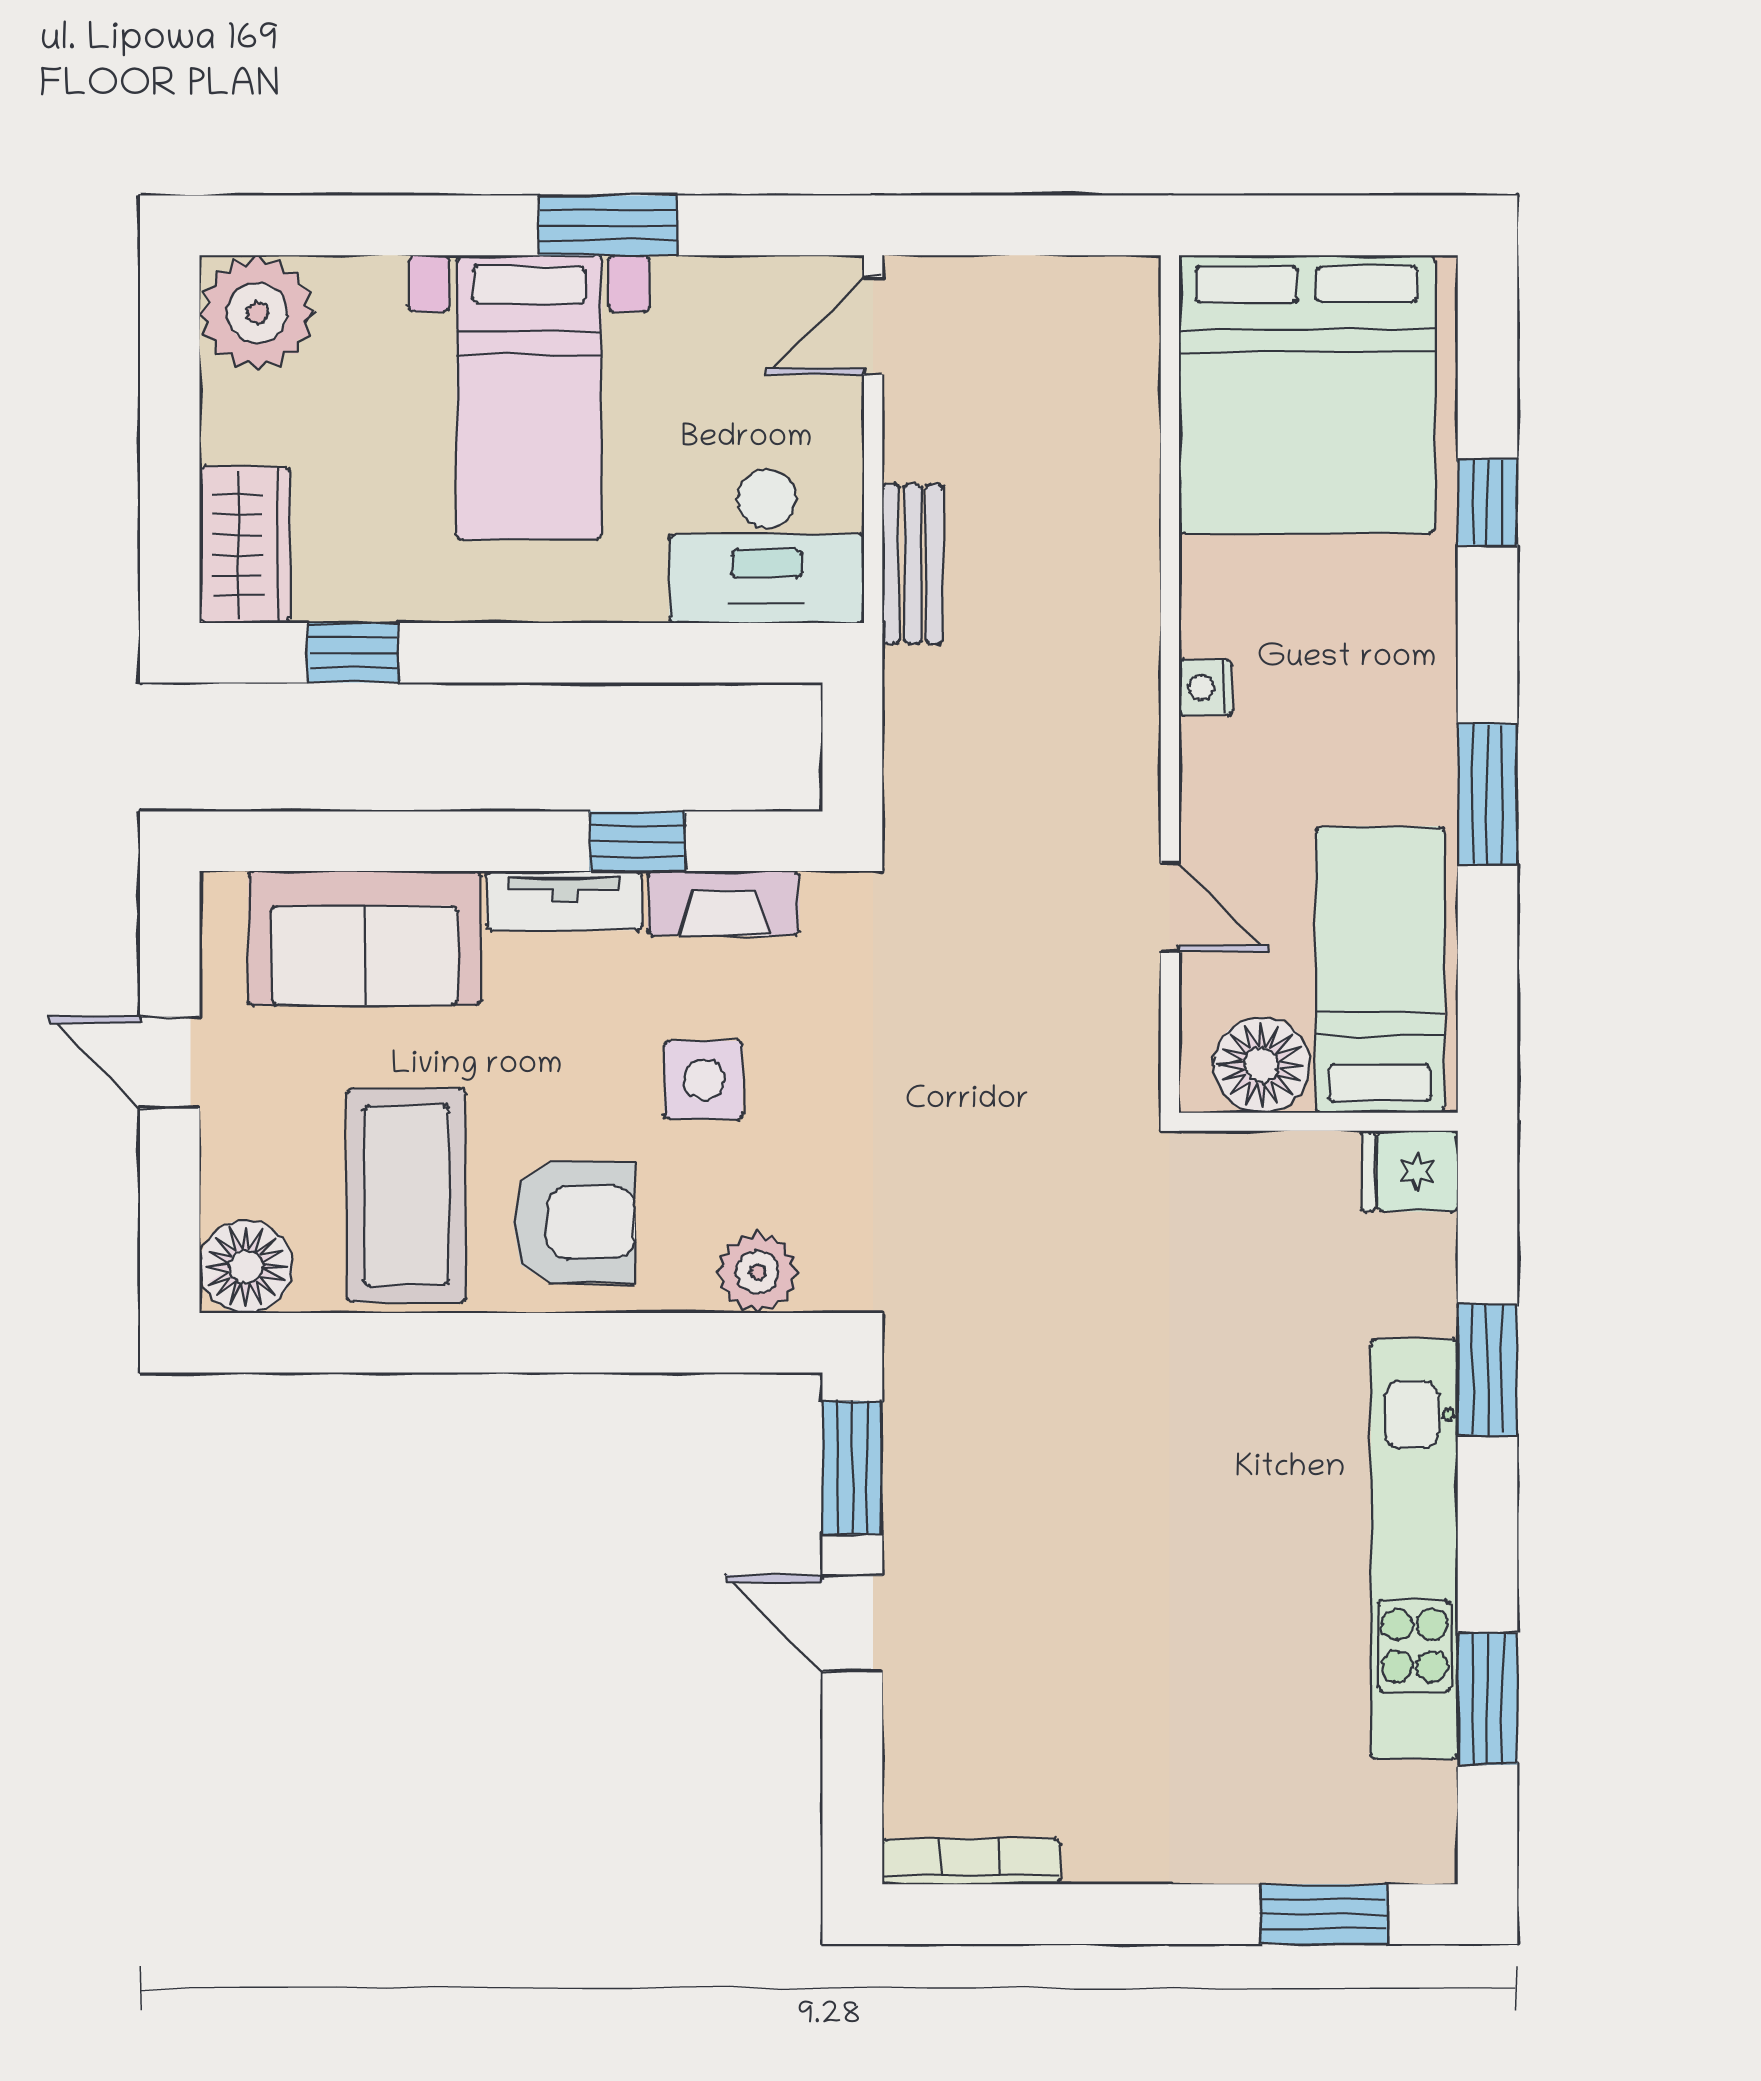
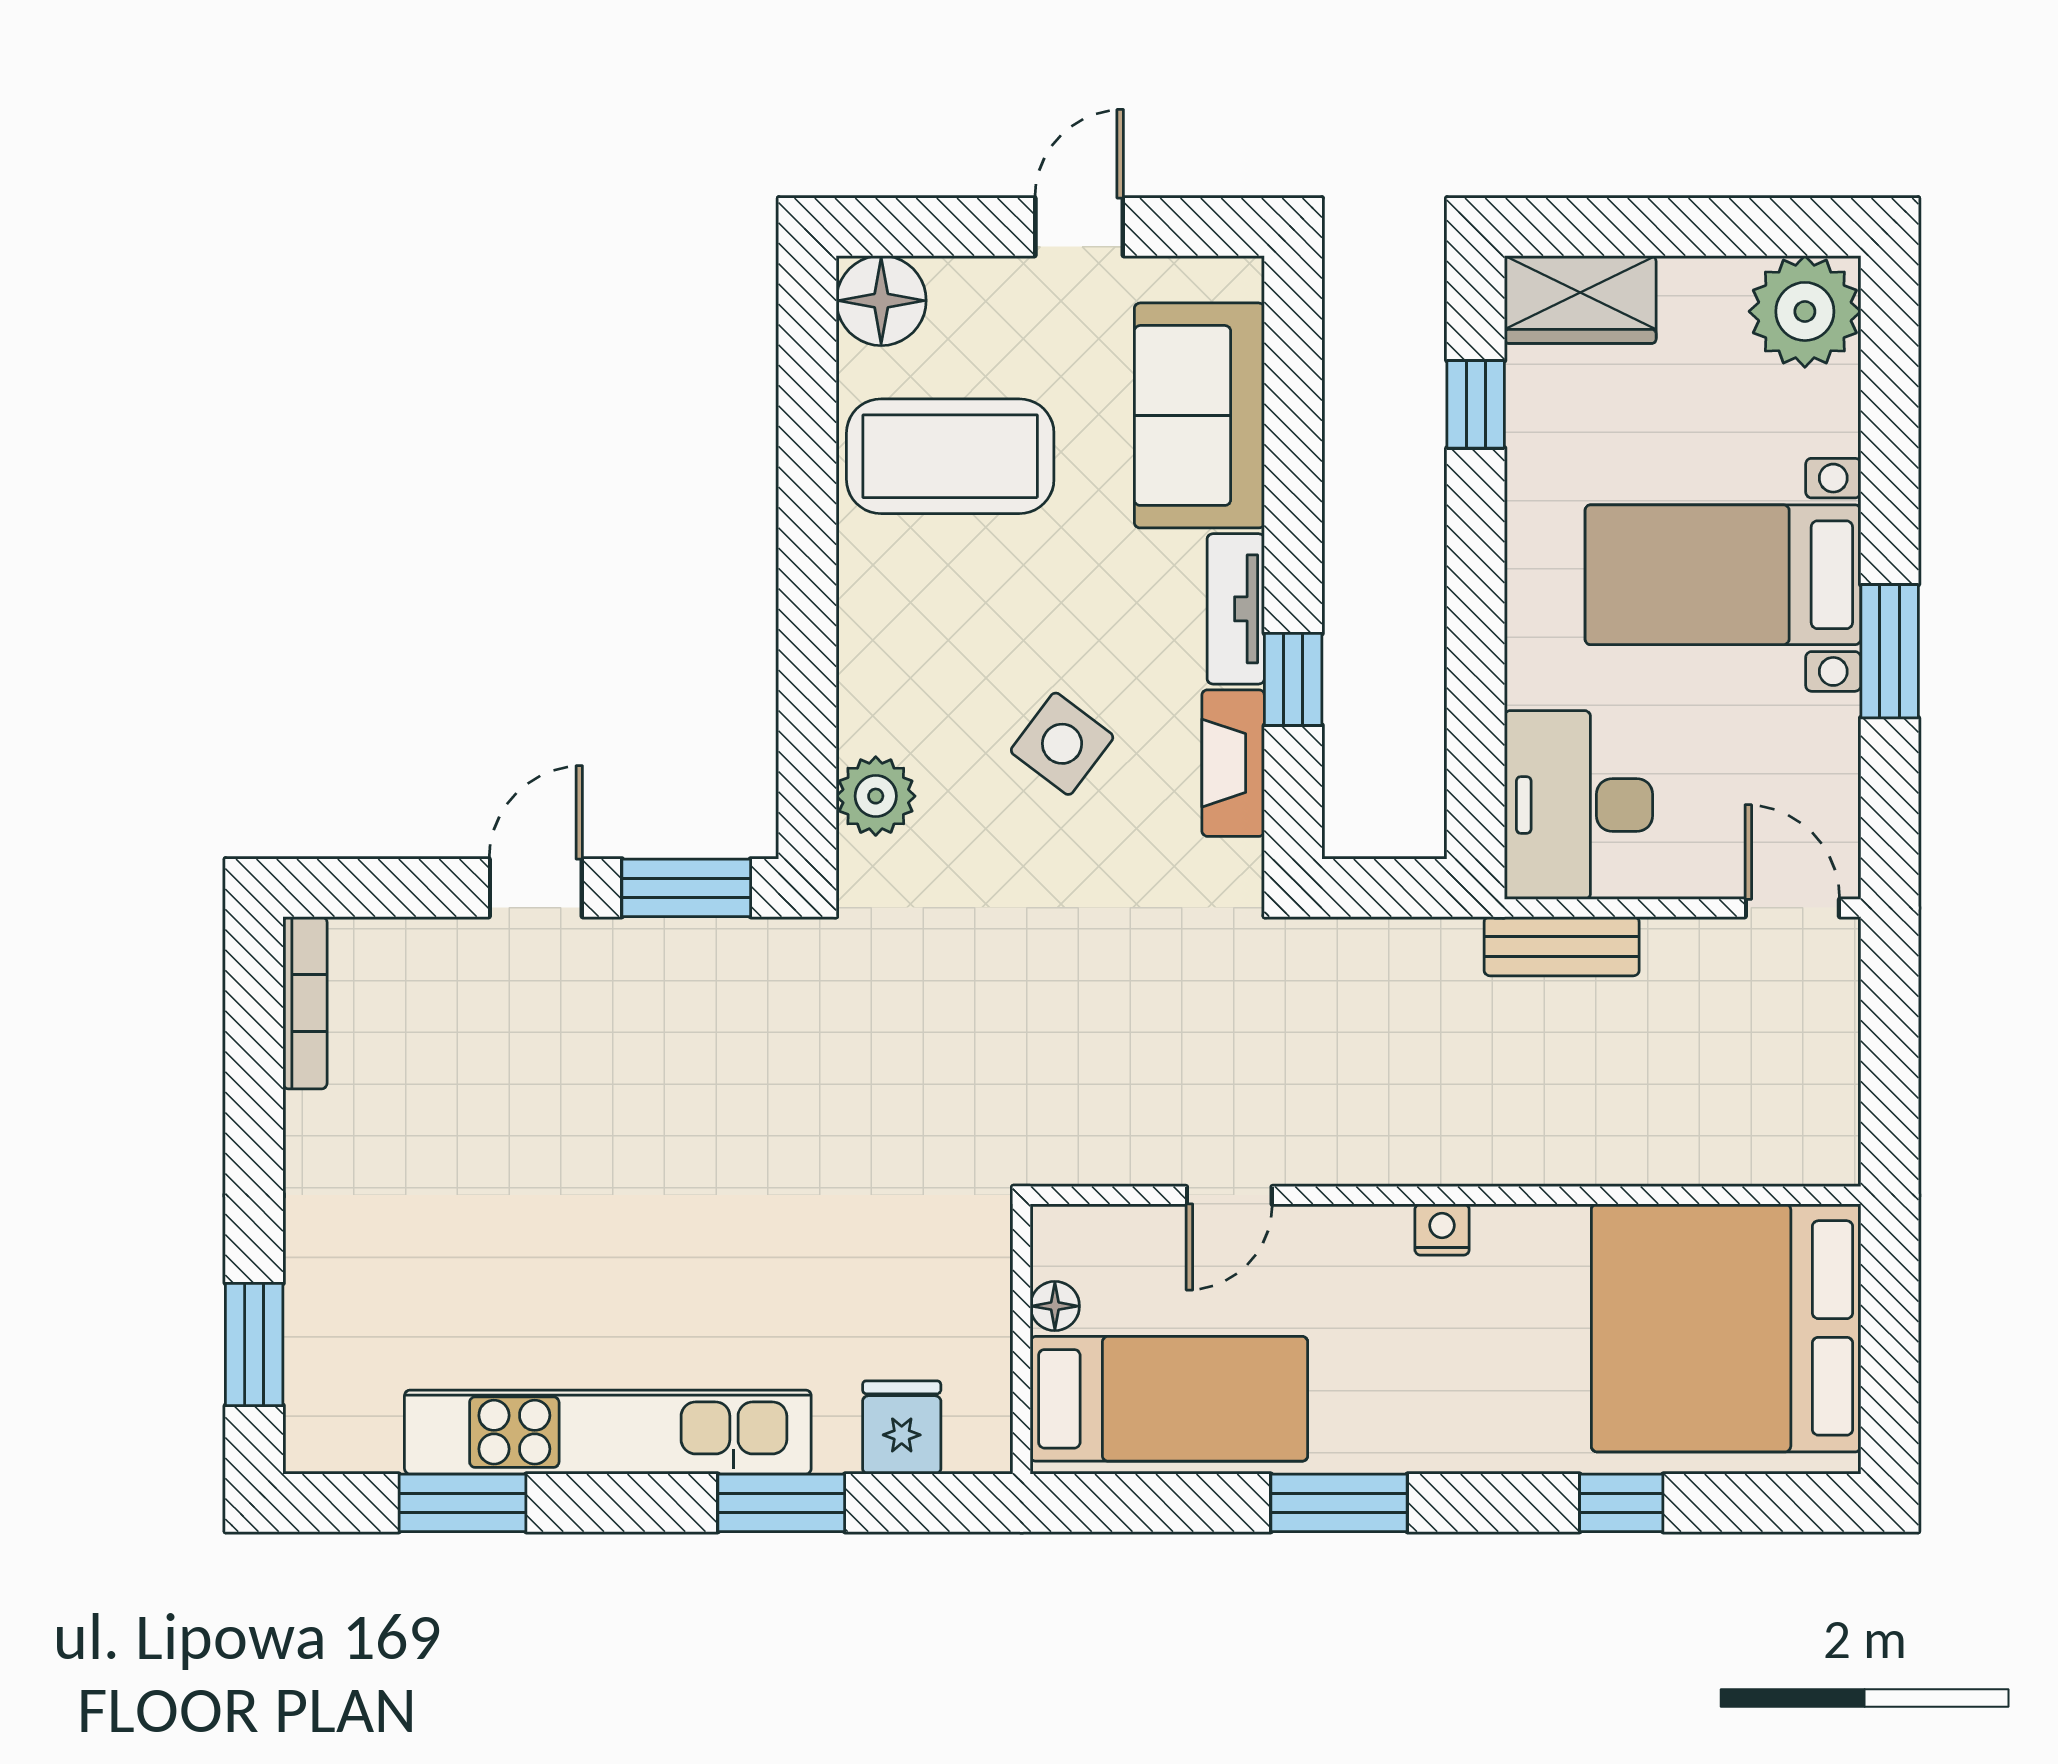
floor lamp: (1262, 1065) -> (1055, 1306), width x0.53, depth x0.53
side table: (704, 1080) -> (1062, 744), turned 37
fridge: (1410, 1171) -> (902, 1427), moved
armchair: (574, 1222) -> (924, 618), removed

